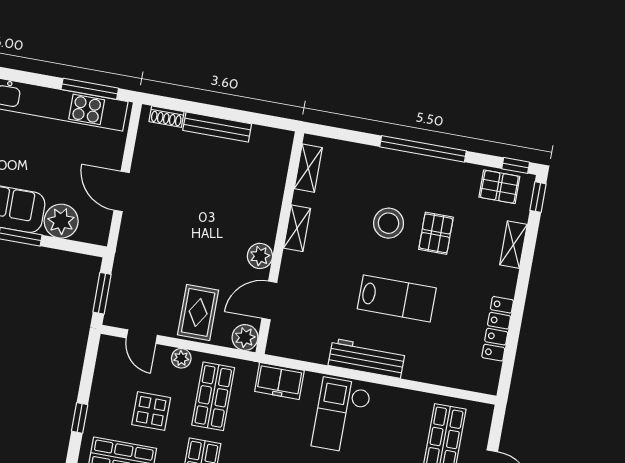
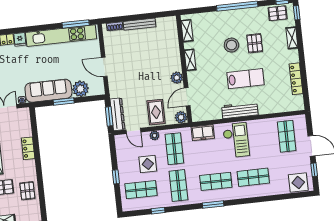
dresser: (120, 294) -> (117, 114), added
checkout: (341, 416) -> (236, 140), turned 180

